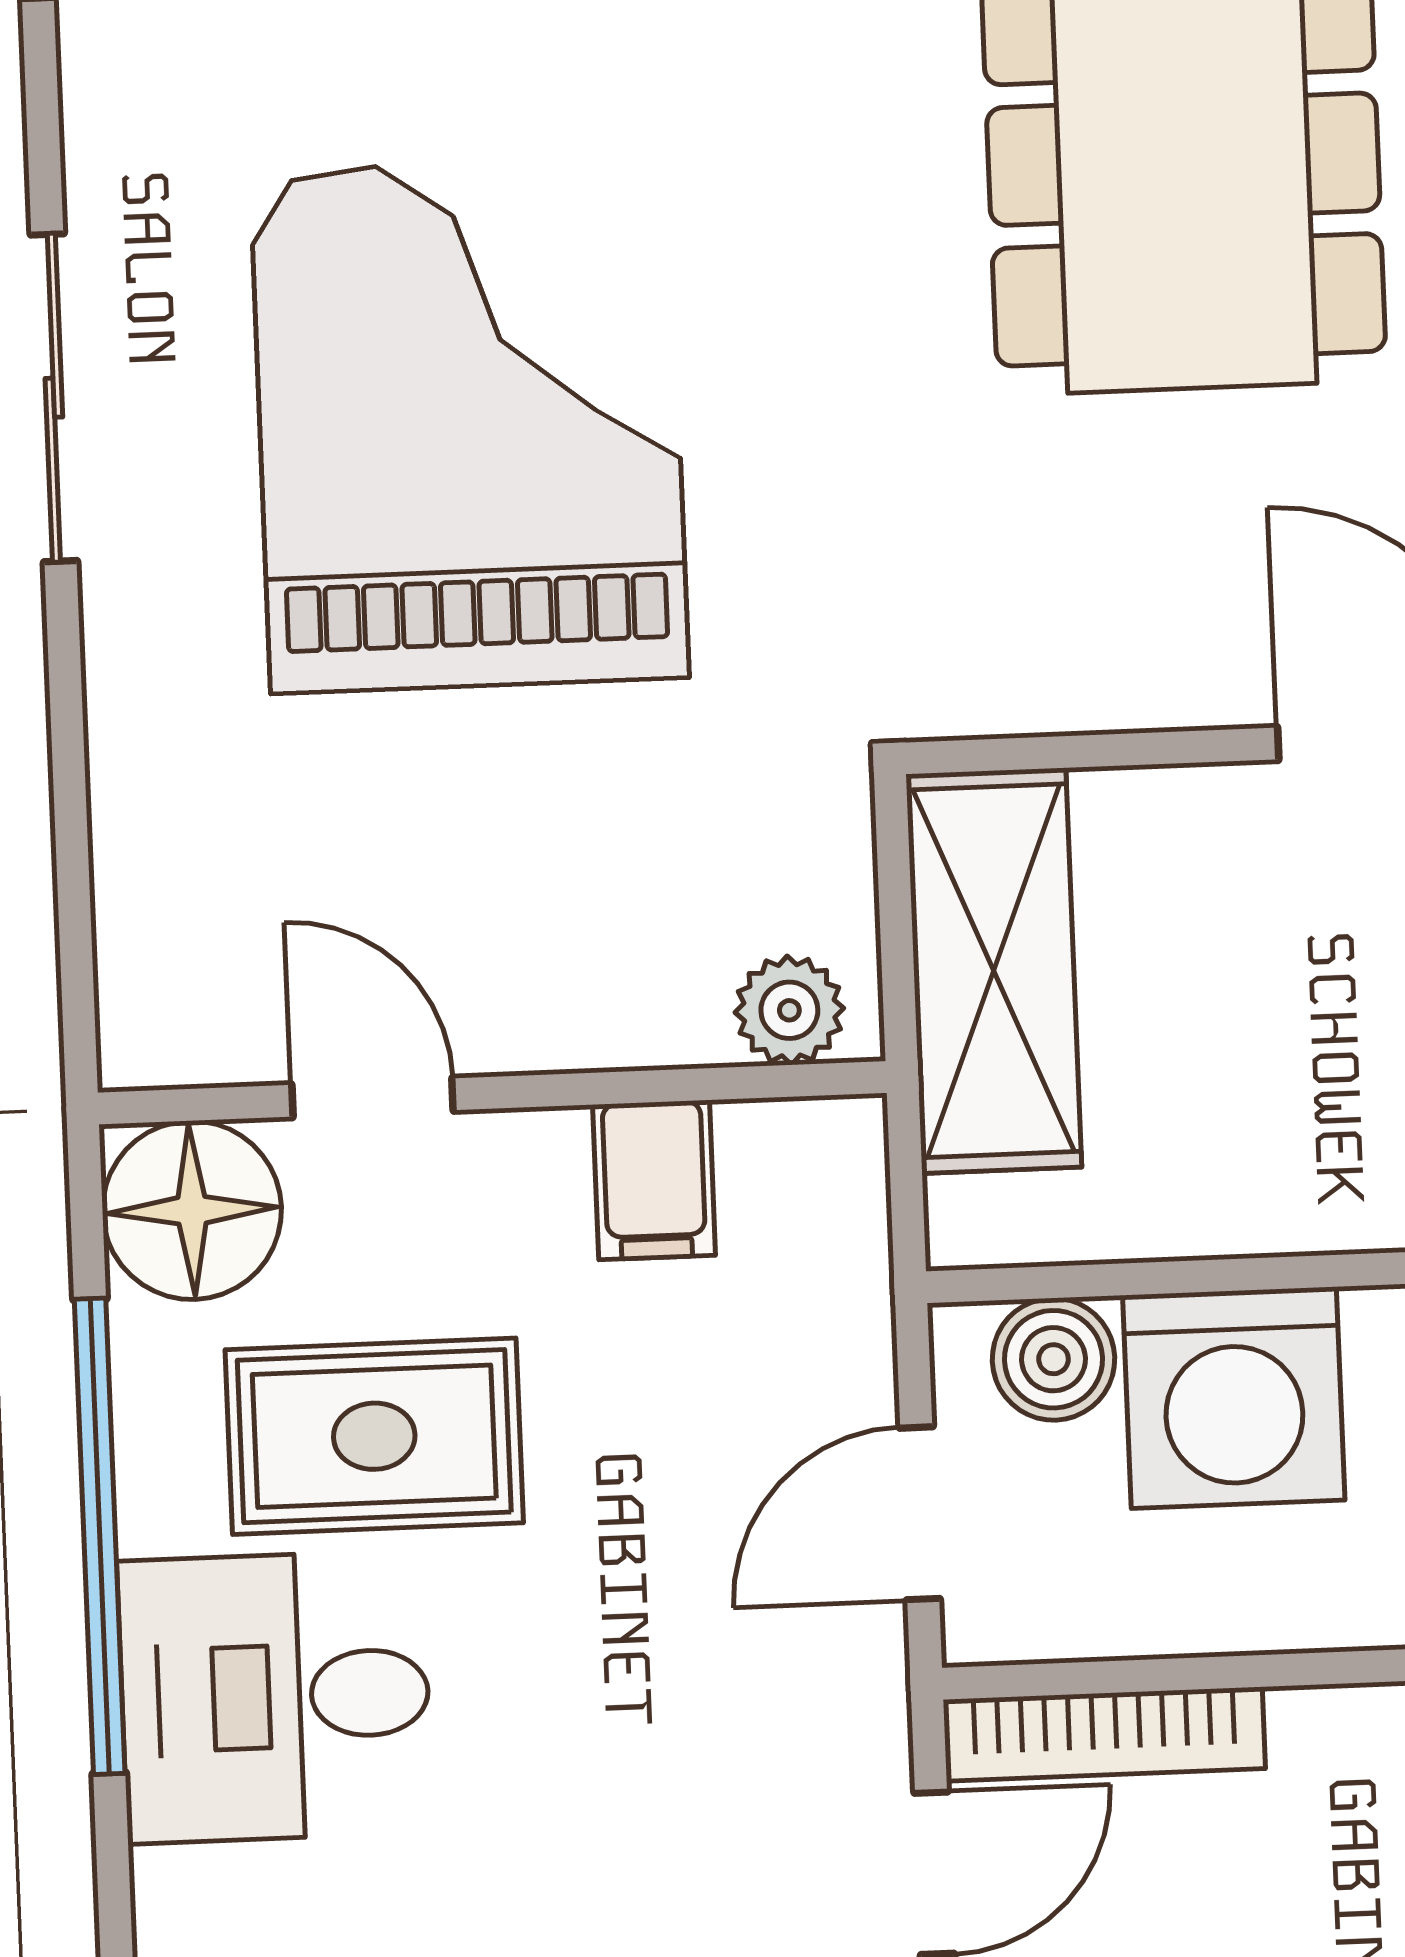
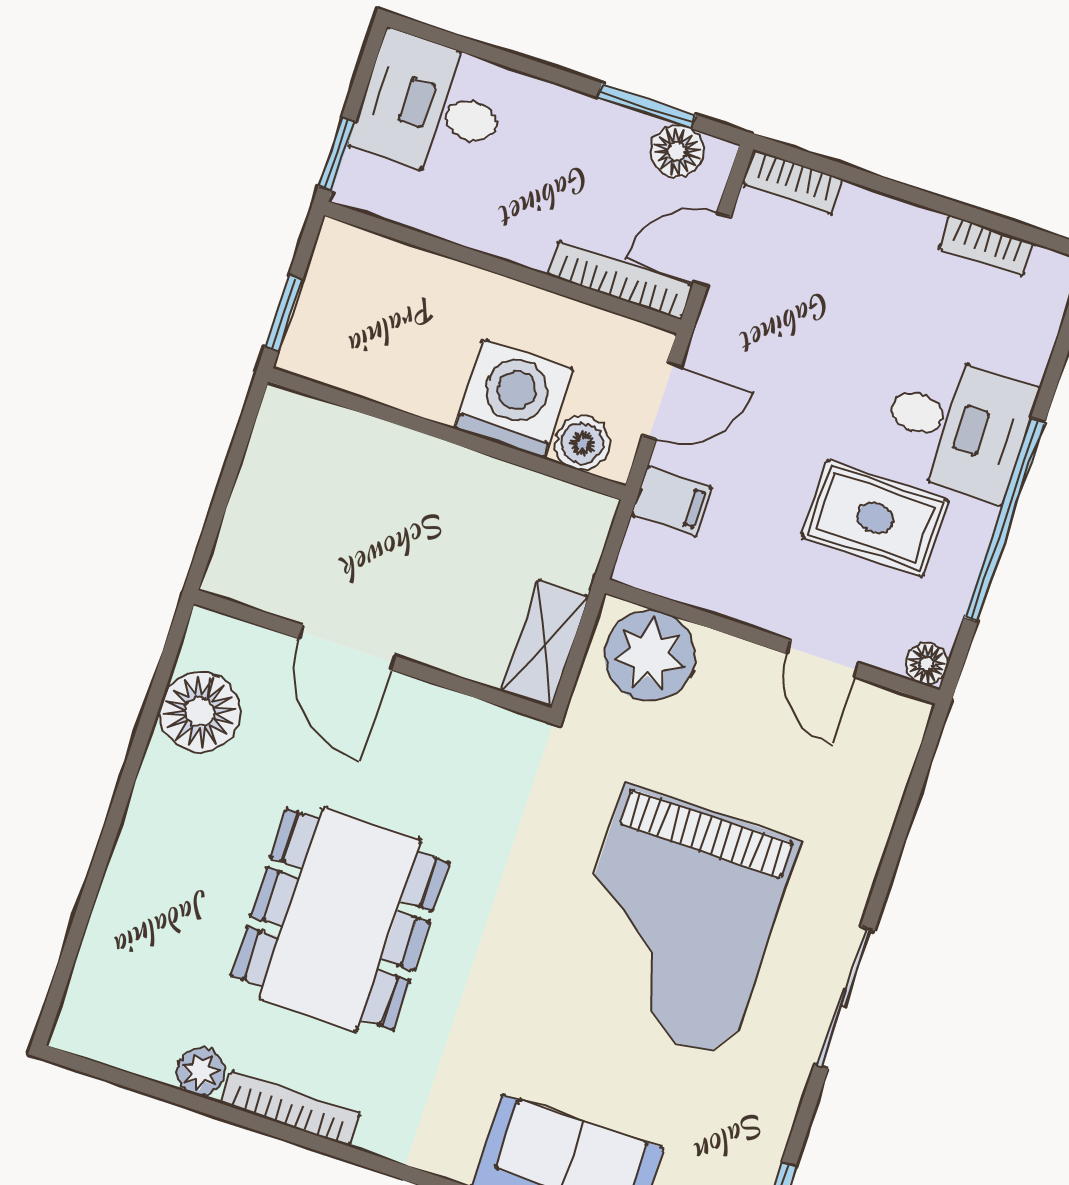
shelving: (994, 971) -> (545, 644), width x0.67, depth x0.75
plant: (789, 1010) -> (650, 656), width x1.88, depth x1.88
filing cabinet: (654, 1180) -> (672, 501), moved, turned 90
floor lamp: (192, 1210) -> (927, 664), width x0.53, depth x0.53

